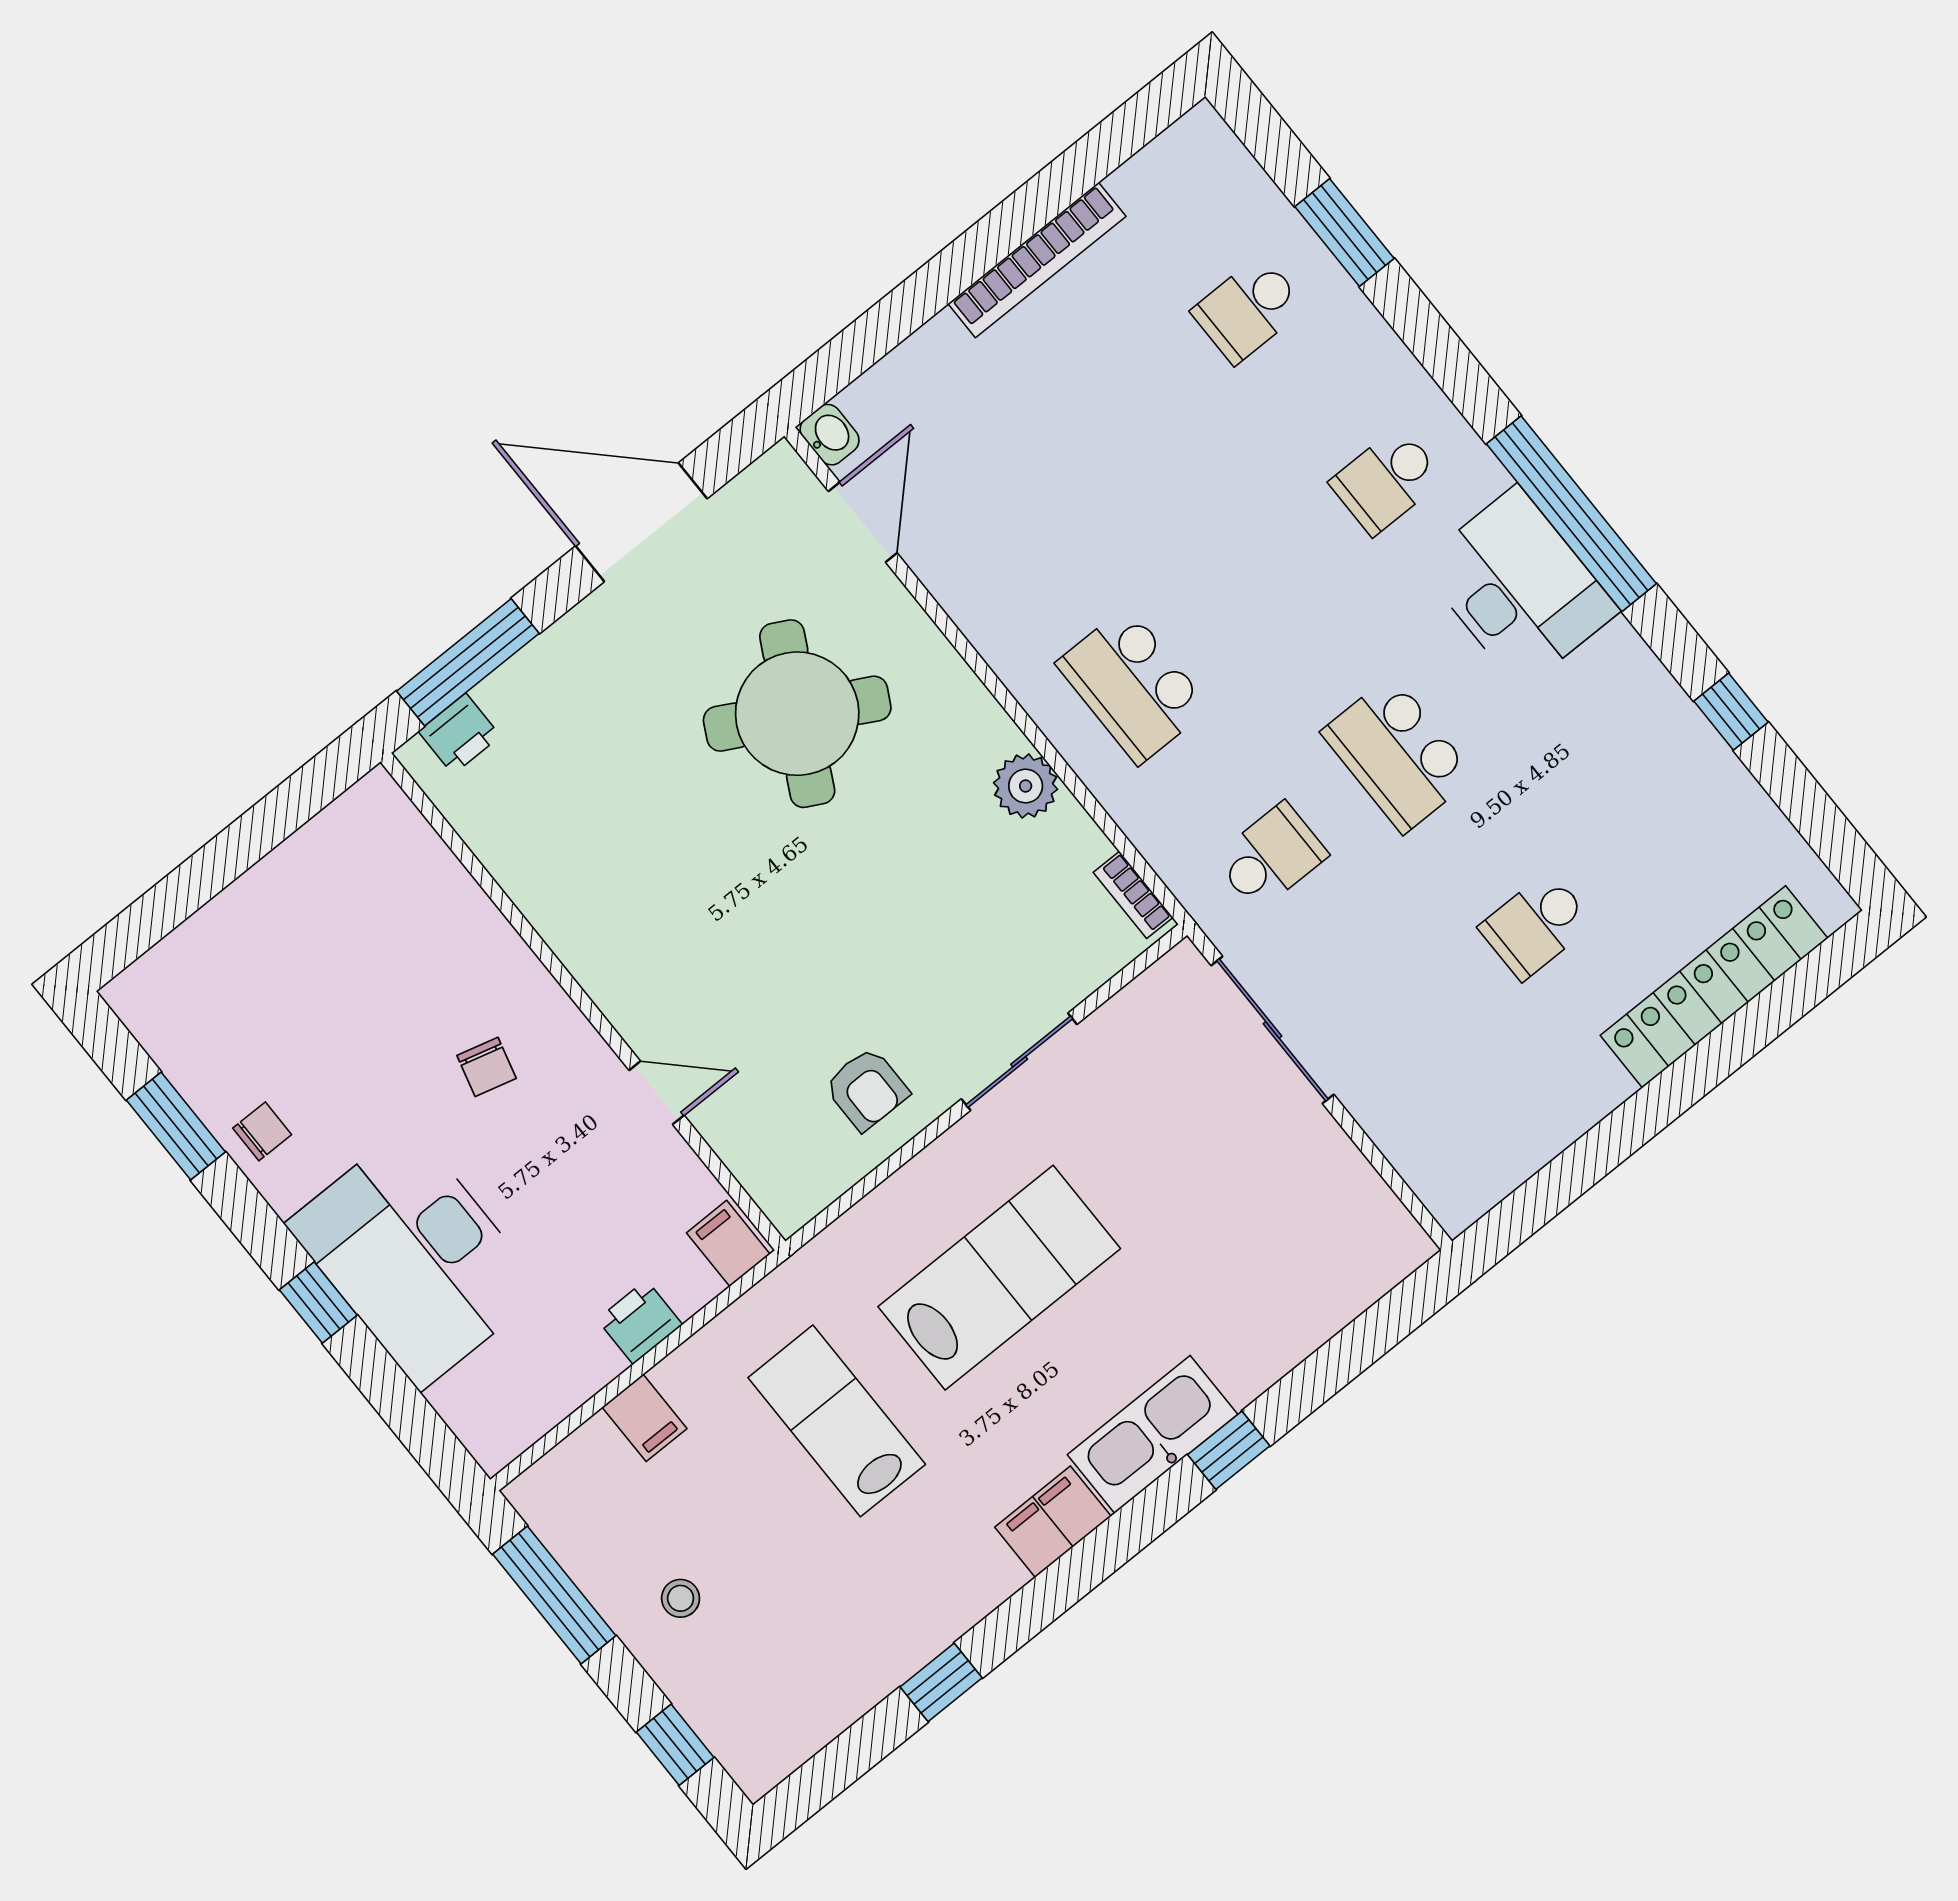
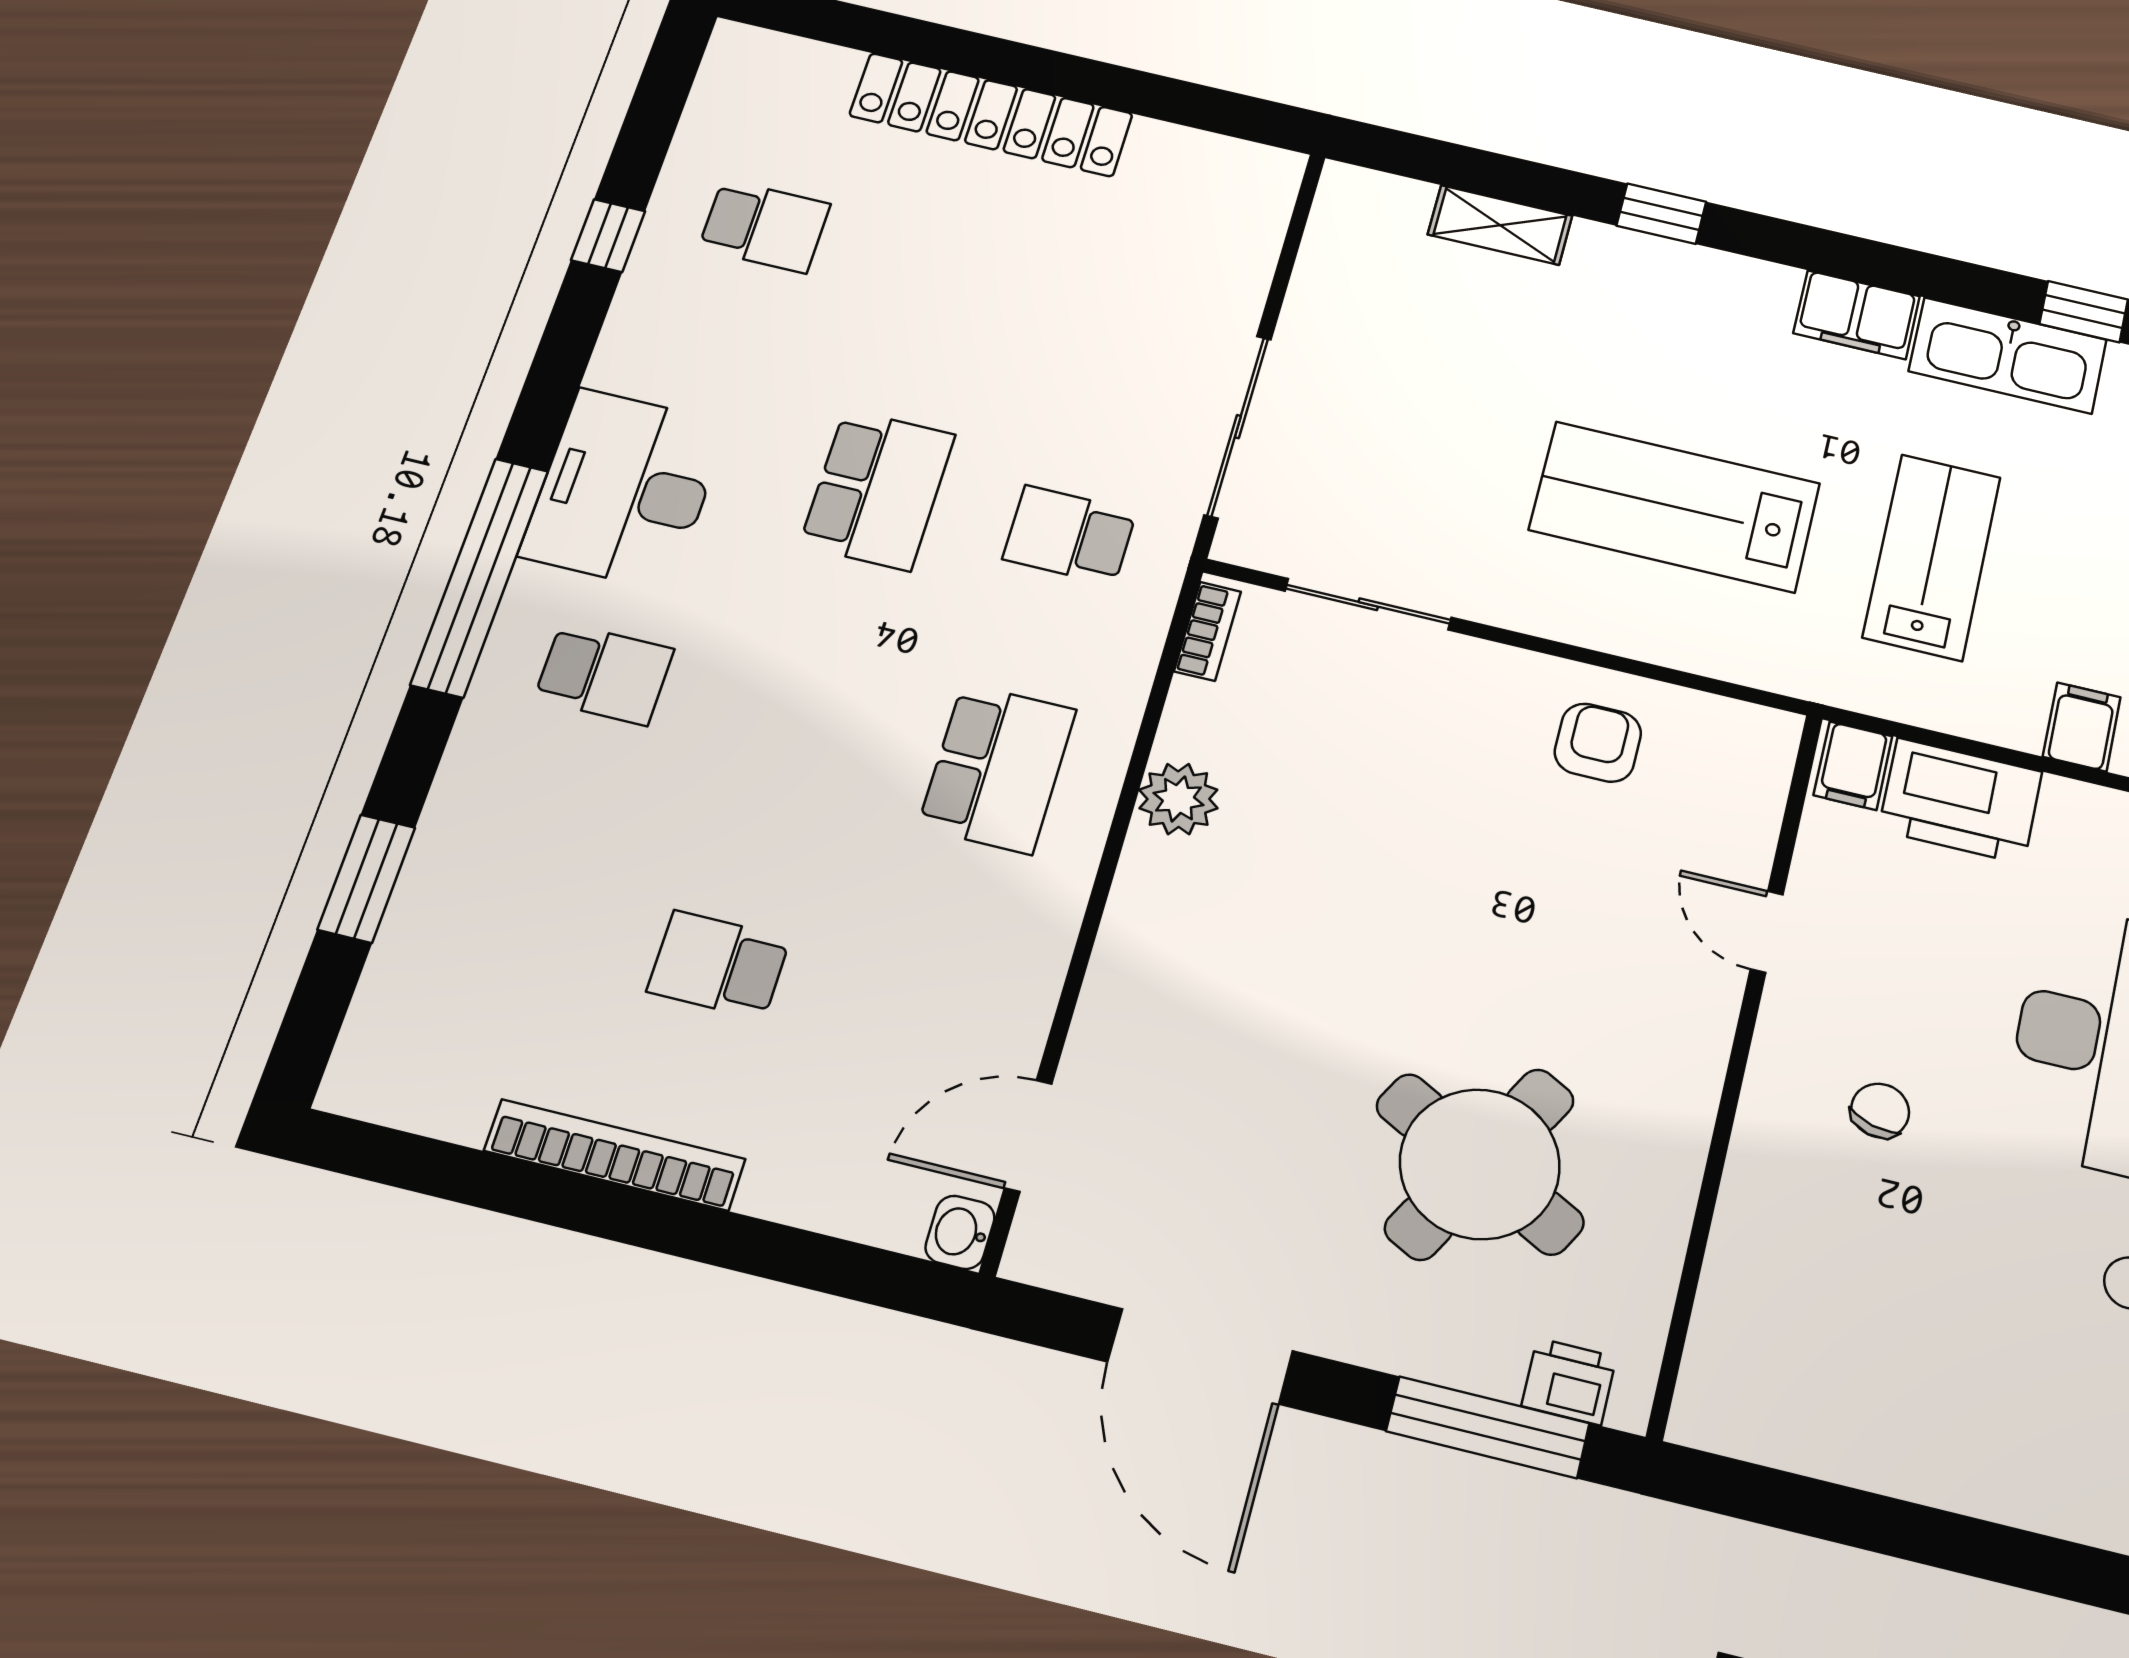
school desk: (1248, 309) -> (719, 965), moved, turned 180
window: (1571, 514) -> (480, 577), moved
round table: (797, 714) -> (1480, 1164), moved
school desk: (1536, 925) -> (764, 226), moved
locker: (1714, 987) -> (991, 115), moved
sliding door: (1019, 1062) -> (1368, 604), moved
printer: (640, 1322) -> (1960, 801), width x1.87, depth x1.48
shelving: (1301, 1330) -> (1500, 225), added
lab bench: (837, 1421) -> (1932, 557), turned 180
kitchen sink: (1152, 1434) -> (2008, 355), moved

